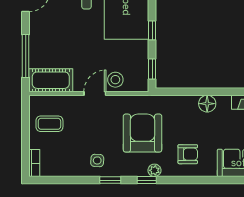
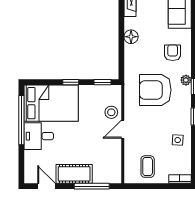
cot: (51, 80) -> (74, 174), moved, turned 90
door: (95, 93) -> (123, 129), hinge flipped
side table: (97, 160) -> (178, 140), moved

